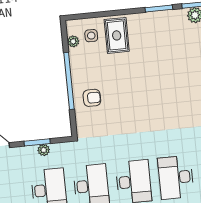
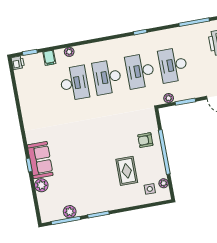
rug: (117, 35) -> (127, 171), moved
plant: (44, 150) -> (169, 98), moved

